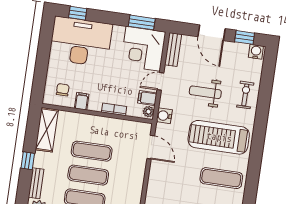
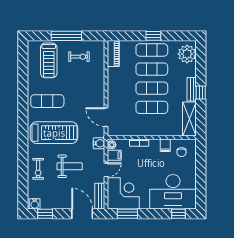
door: (212, 33) -> (82, 214), moved
bench: (36, 183) -> (192, 89), moved

